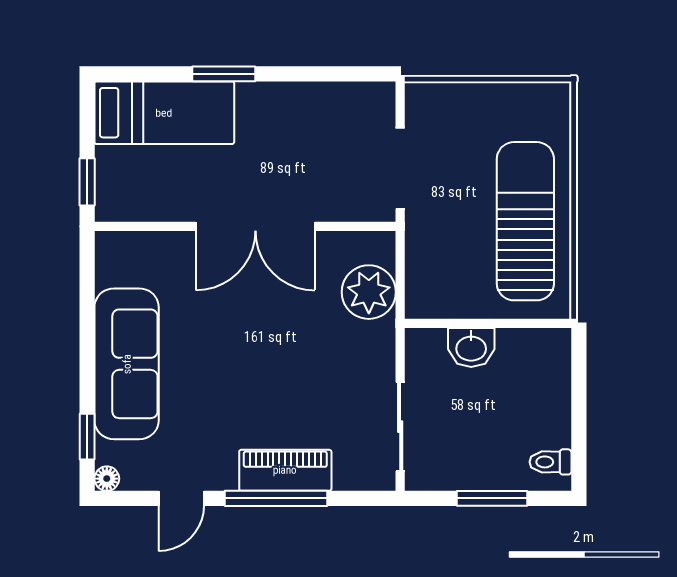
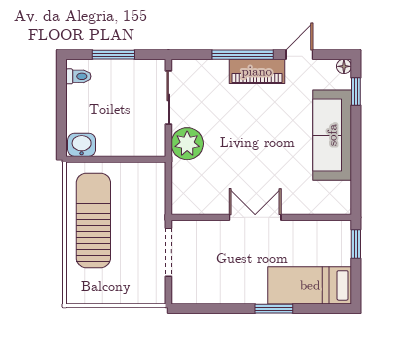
sun lounger: (525, 221) -> (93, 220), turned 180
double door: (255, 226) -> (255, 217), width x0.73
plant: (369, 292) -> (187, 144), moved
washbasin: (471, 348) -> (82, 145), moved
piano: (285, 470) -> (257, 71), moved

